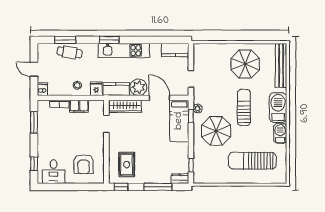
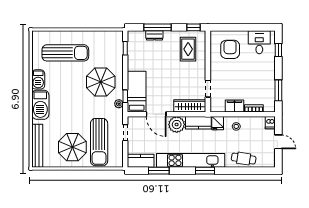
window: (65, 40) -> (159, 171), moved
kitchen unit: (124, 50) -> (191, 160), width x1.36
sun lounger: (244, 107) -> (99, 142), moved, width x1.36, depth x1.34
dresser: (180, 179) -> (154, 35), moved

